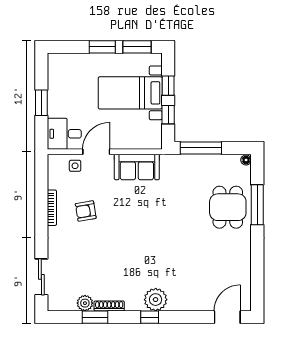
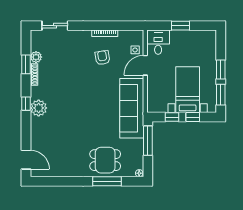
door: (96, 152) -> (145, 65), swing flipped
sofa: (137, 167) -> (132, 108), width x1.85, depth x1.27

